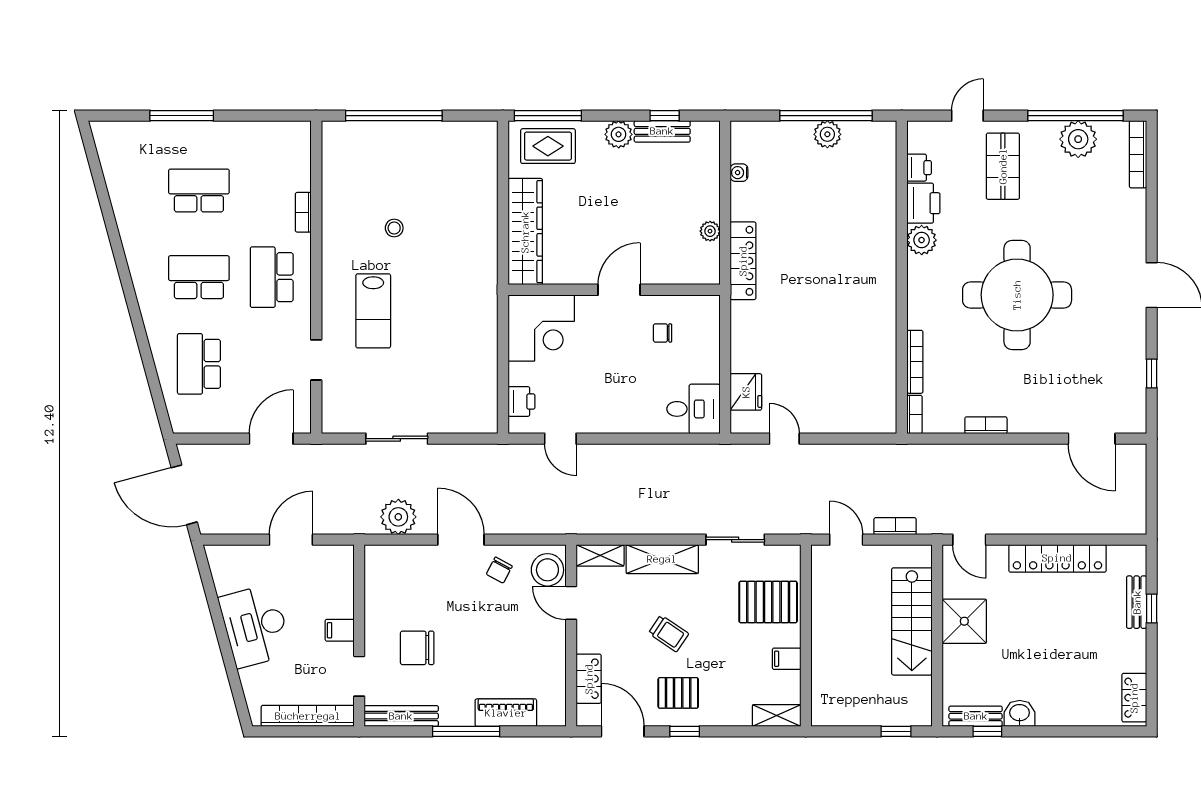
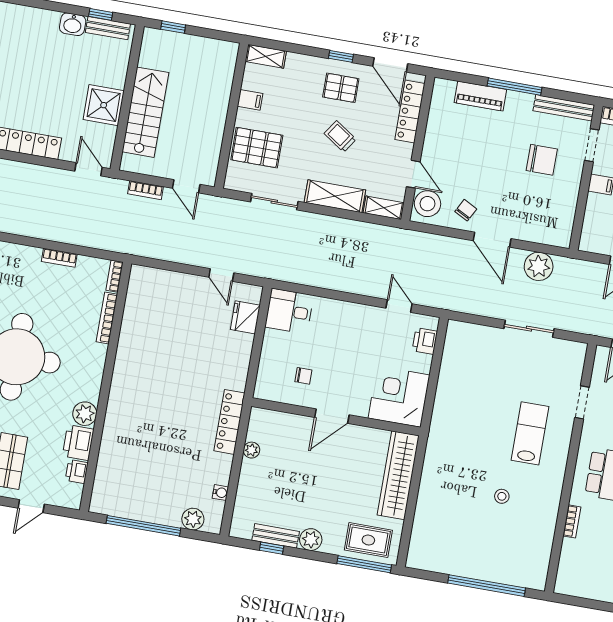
plant: (827, 134) -> (193, 519), moved
locker: (589, 679) -> (410, 112), width x1.53

